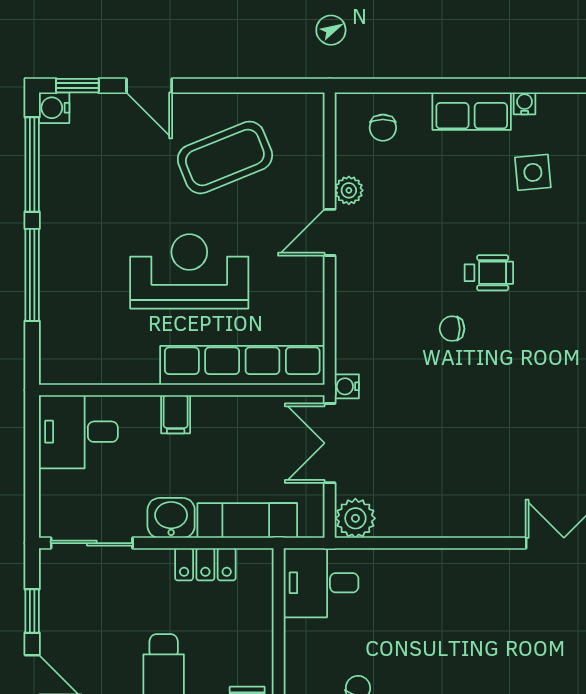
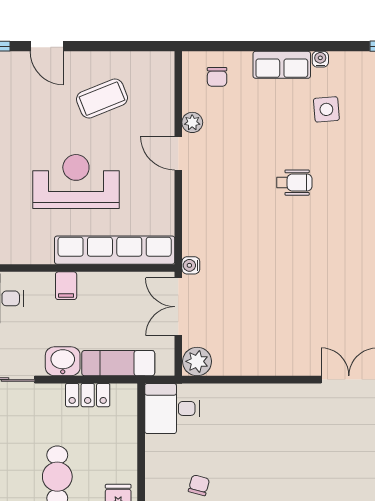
coffee table: (225, 157) -> (102, 99), width x0.73, depth x0.76
door: (330, 232) -> (178, 153), hinge flipped
chair: (452, 329) -> (267, 223), removed

